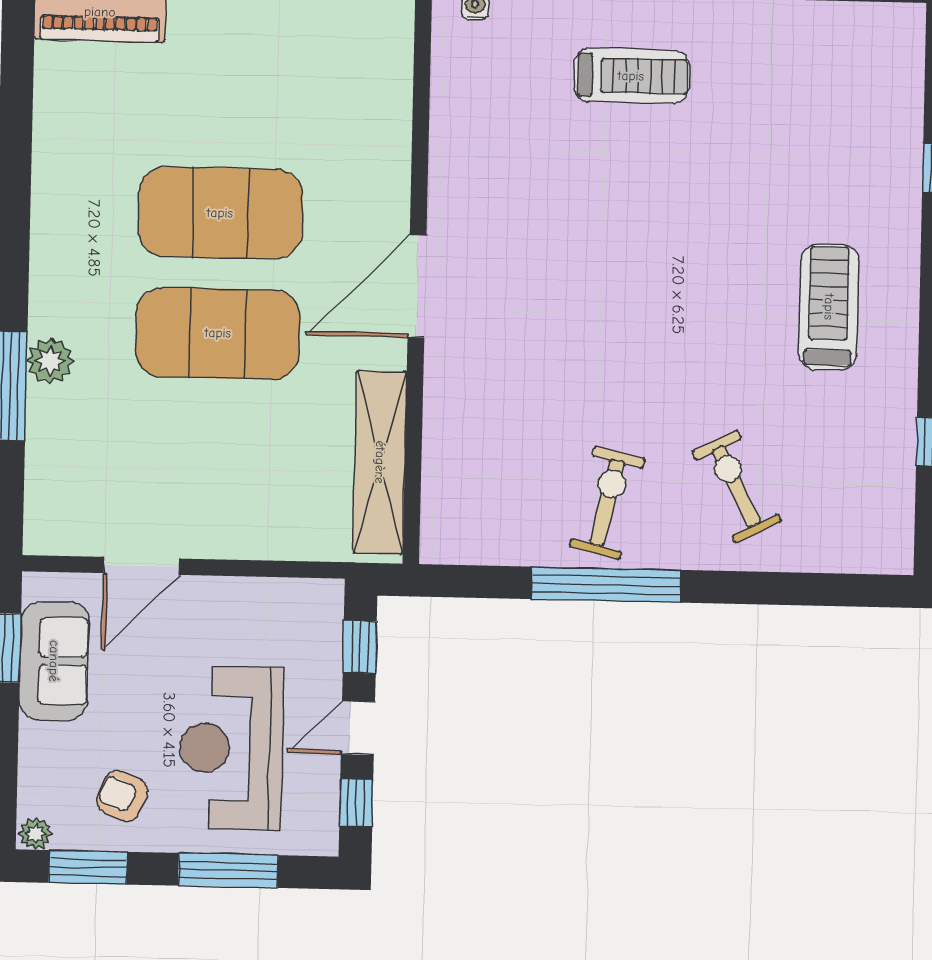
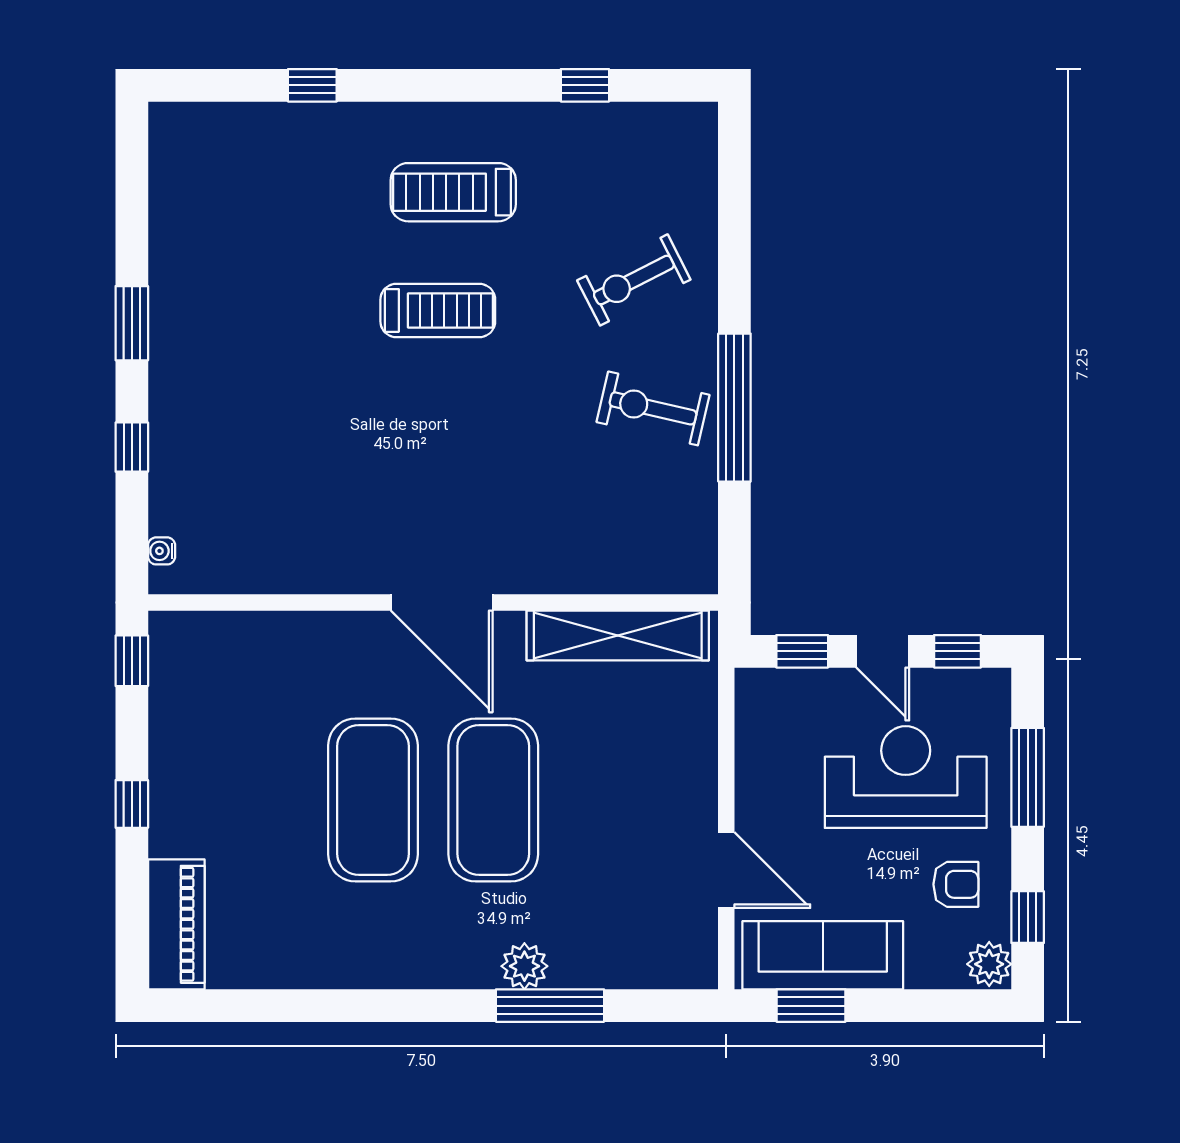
treadmill: (631, 76) -> (438, 310), moved, turned 90
sofa: (54, 661) -> (823, 955), width x1.36
reception desk: (231, 748) -> (906, 777), turned 180
armchair: (122, 796) -> (956, 884), turned -113
plant: (35, 834) -> (989, 964), width x1.38, depth x1.38
window: (88, 867) -> (1028, 917), width x0.67

